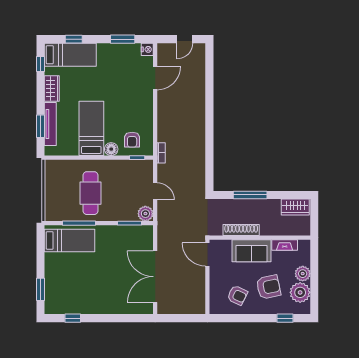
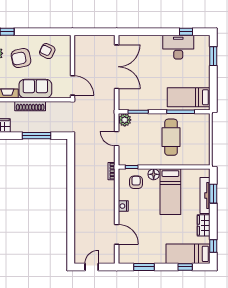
nightstand: (147, 49) -> (123, 206), moved
door: (155, 78) -> (117, 234), swing flipped
shoe rack: (241, 230) -> (30, 106), moved
desk: (82, 300) -> (178, 47), added

